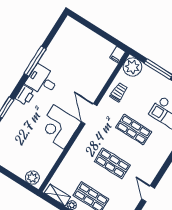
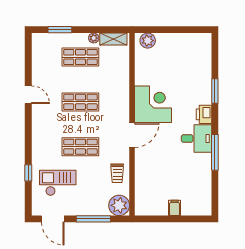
filing cabinet: (118, 55) -> (175, 208), moved
door: (89, 114) -> (132, 135), hinge flipped

